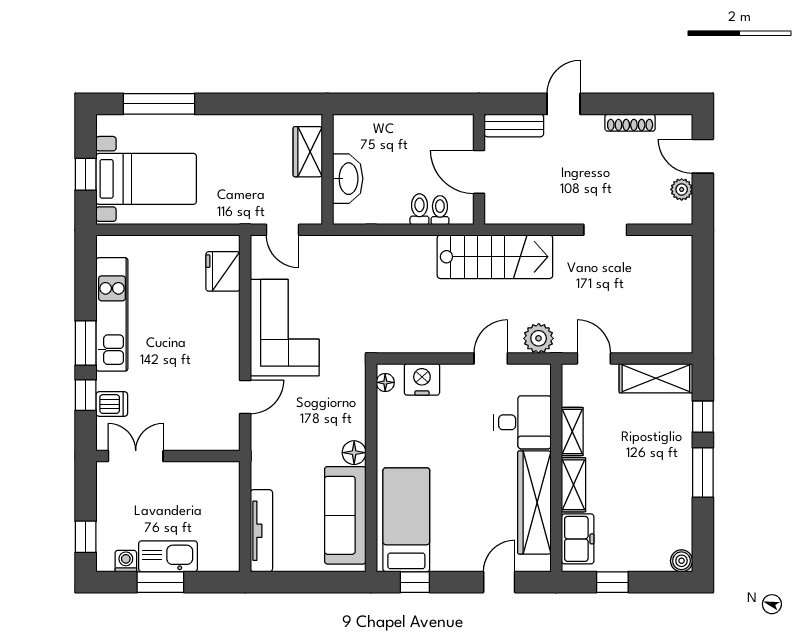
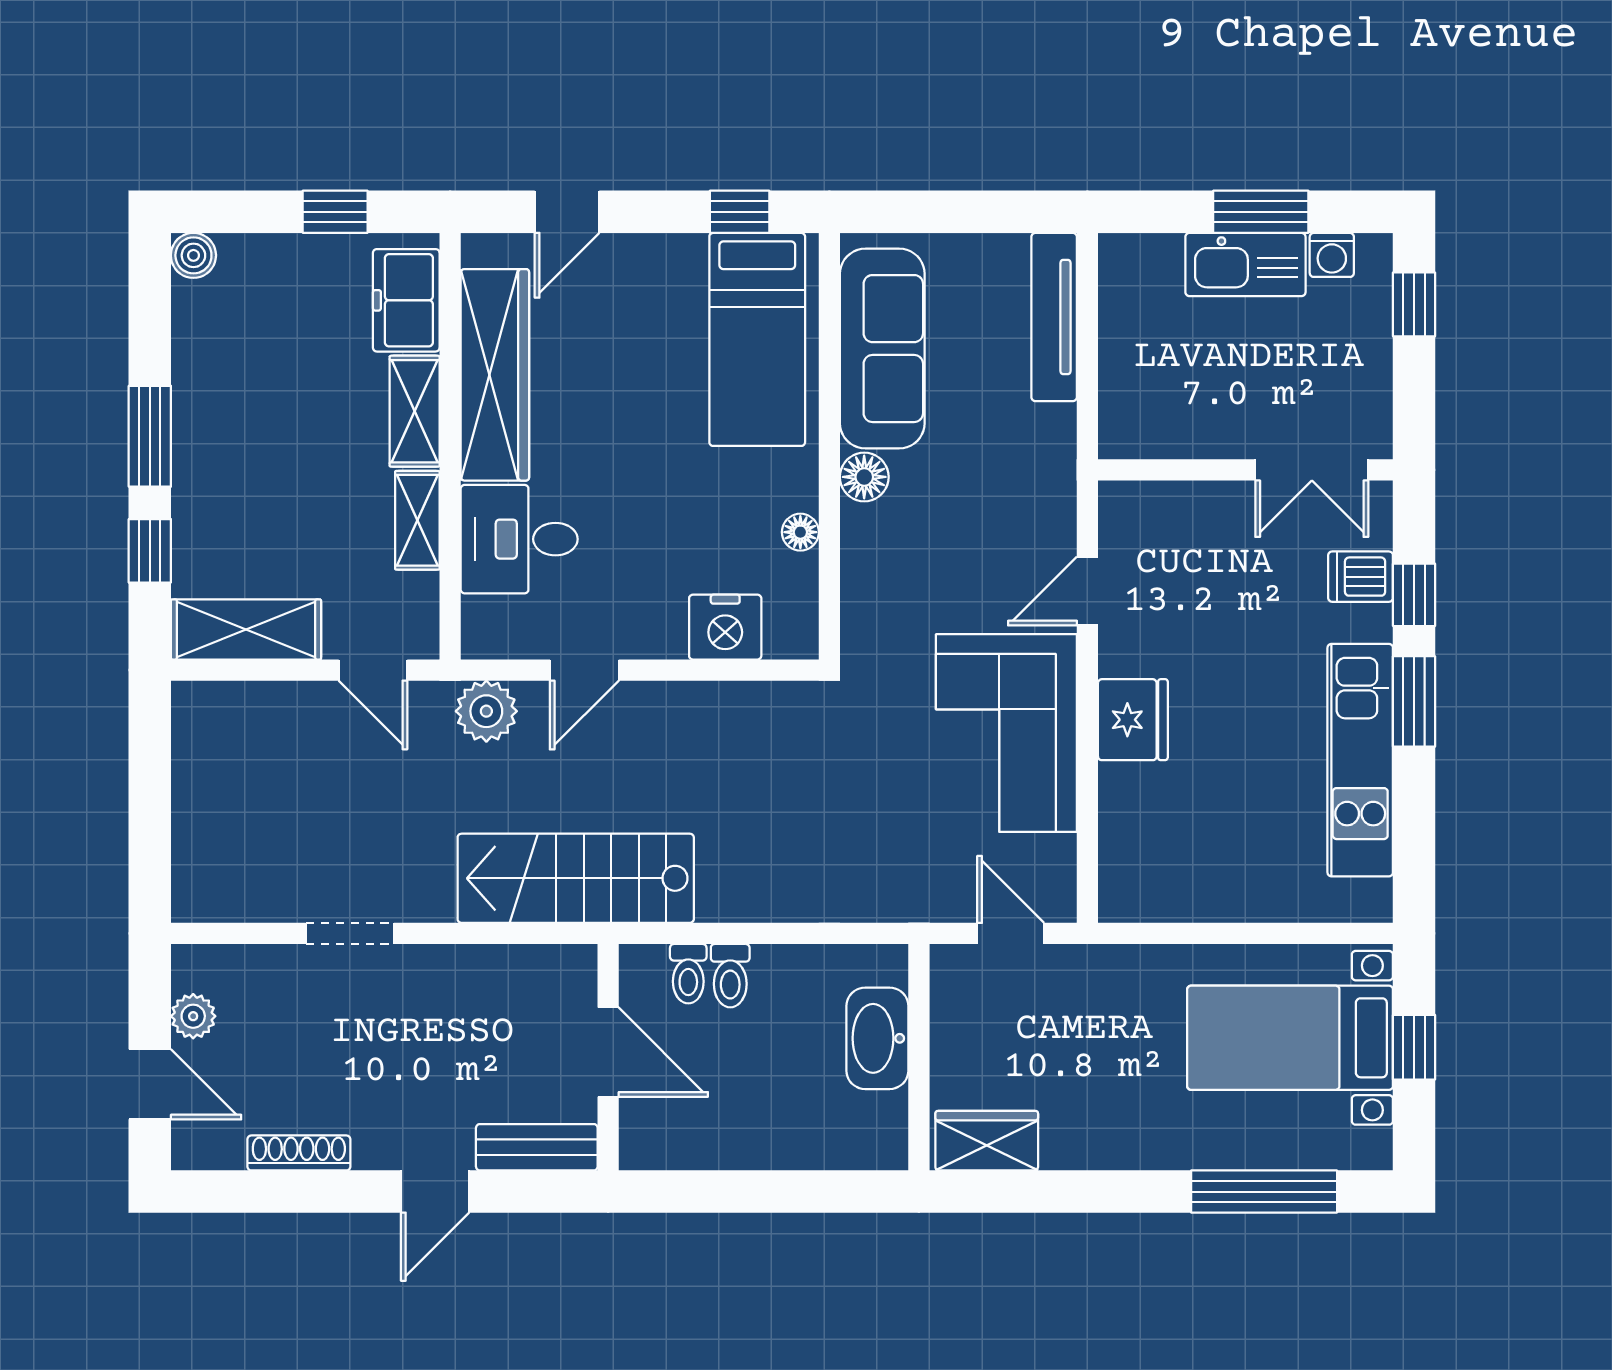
wardrobe: (308, 152) -> (987, 1141), moved, turned -90
fridge: (223, 271) -> (1133, 720), moved
floor lamp: (385, 382) -> (800, 532), moved

